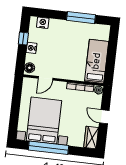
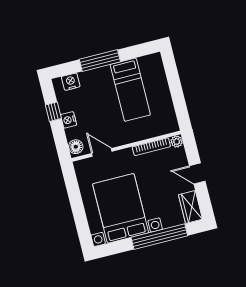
window: (81, 18) -> (100, 61), moved
bed: (97, 61) -> (130, 90), moved, turned 180
door: (46, 78) -> (102, 152), swing flipped
window: (48, 148) -> (159, 237), moved

